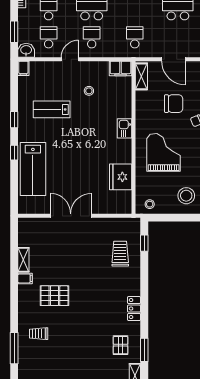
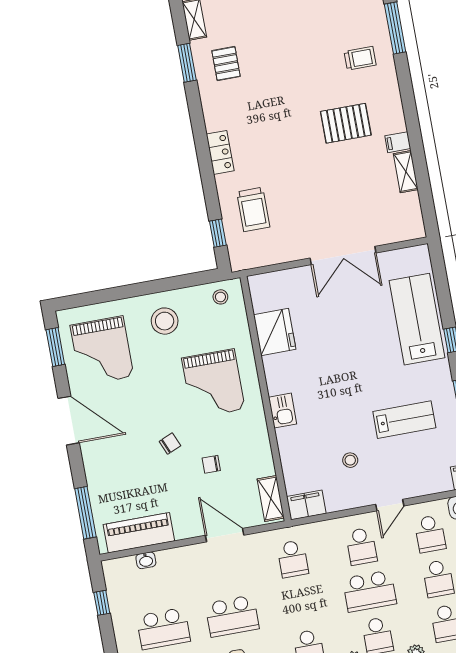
chair: (174, 104) -> (211, 464), width x0.54, depth x0.54
locker: (134, 309) -> (220, 152), moved

